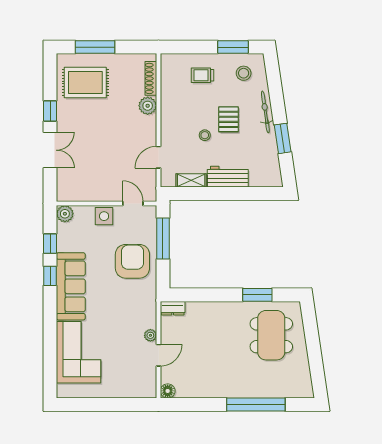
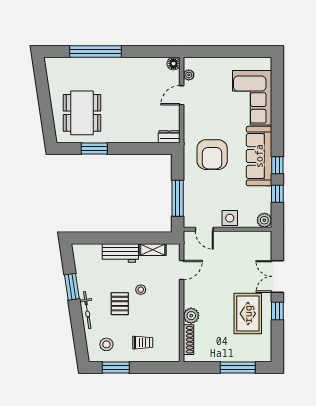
rug: (85, 82) -> (248, 314), moved, turned 90
armchair: (132, 261) -> (212, 155), moved
plant: (150, 335) -> (189, 75), moved

